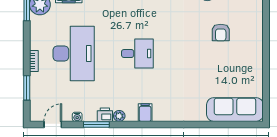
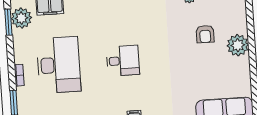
plant: (252, 46) -> (238, 45), added

